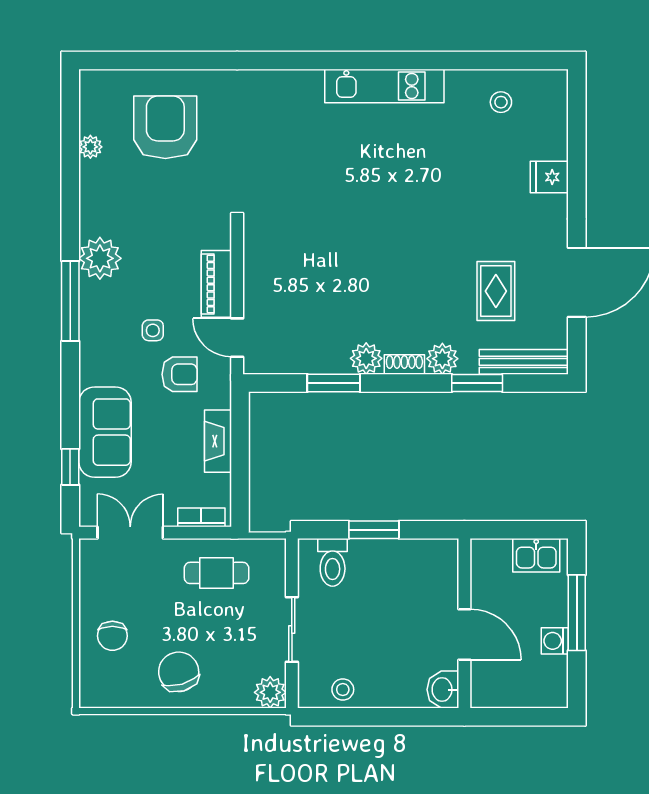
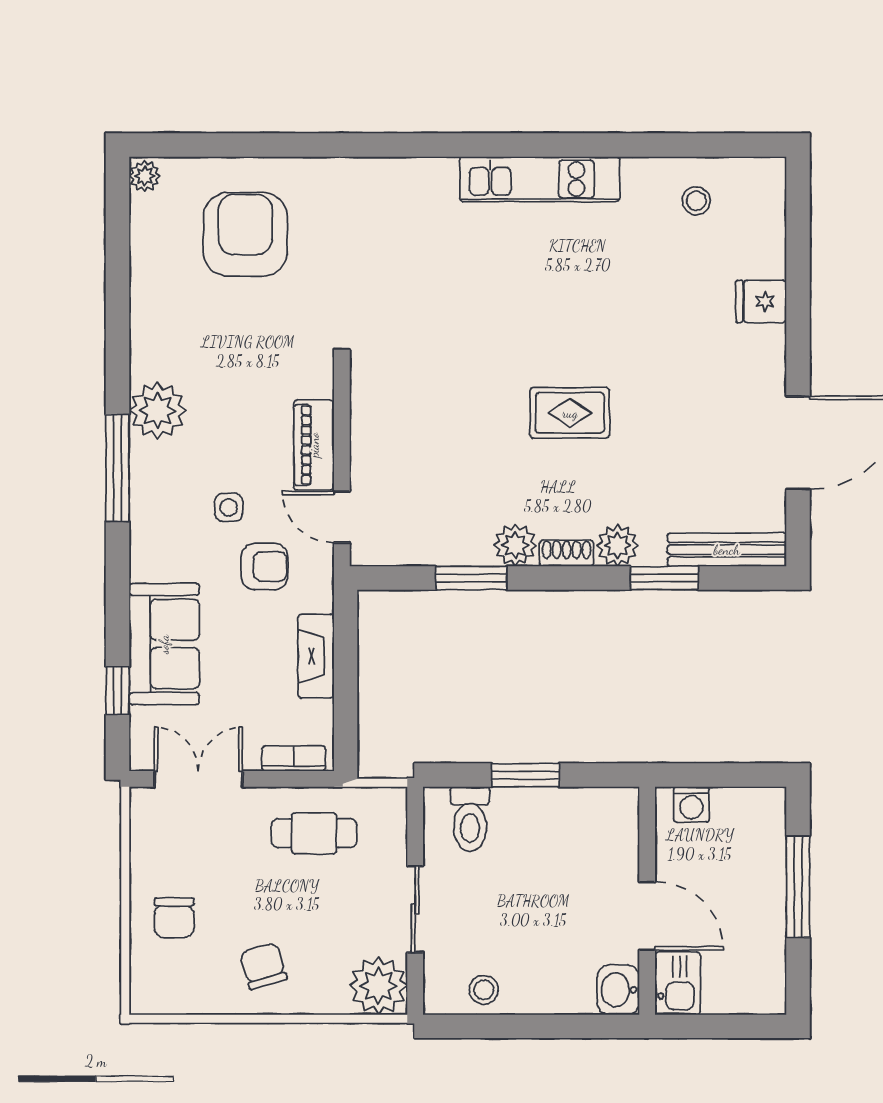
plant: (90, 147) -> (145, 176), moved
rug: (496, 291) -> (570, 413), moved, turned 90
kitchen sink: (536, 555) -> (678, 983), moved, turned -90
washing machine: (555, 641) -> (691, 805), moved, turned -90
chair: (179, 672) -> (263, 966), width x0.73, depth x0.73
plant: (270, 692) -> (379, 986), width x1.36, depth x1.36

